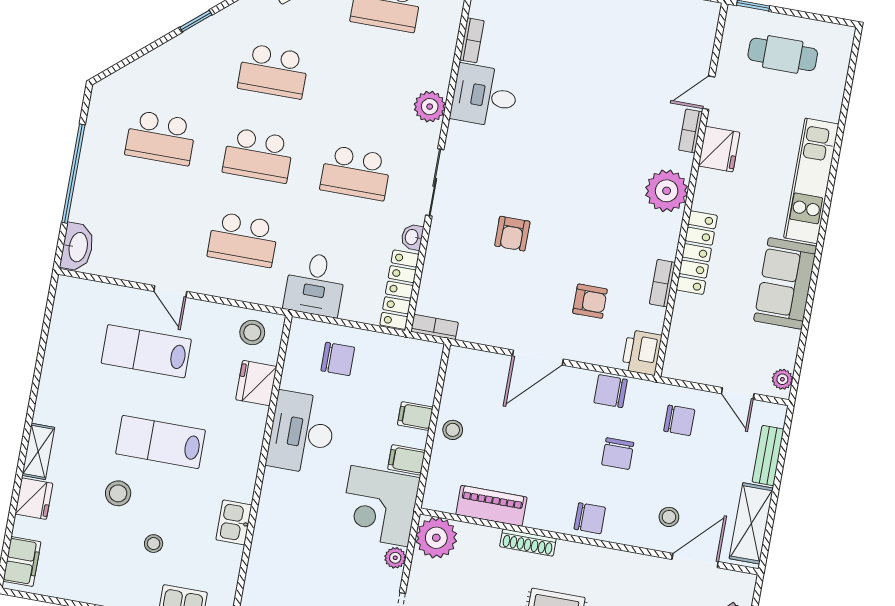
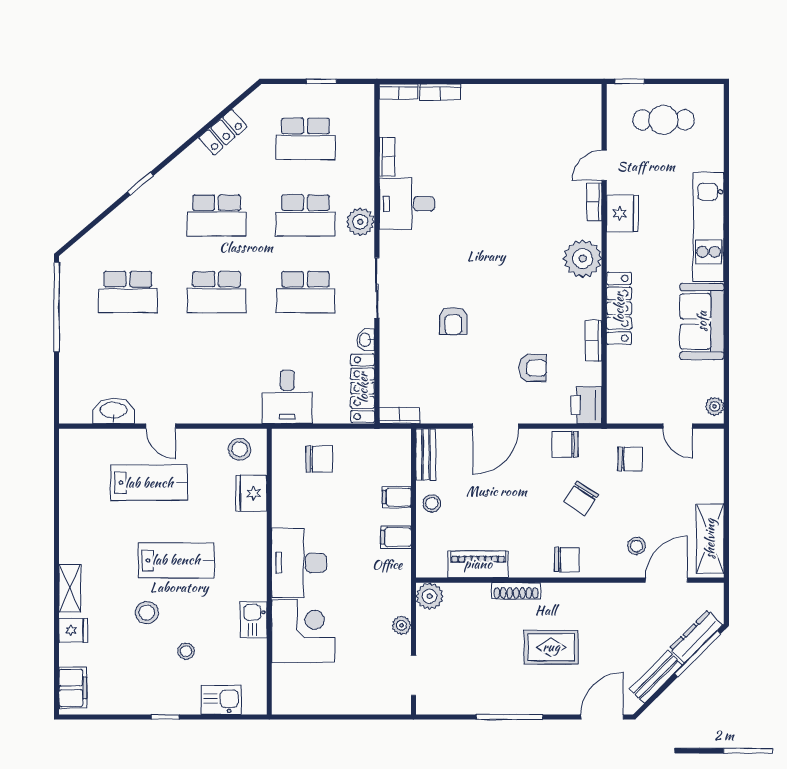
window: (73, 174) -> (57, 307), moved
school desk: (243, 239) -> (305, 215), moved
washbasin: (77, 247) -> (113, 411), moved, turned -90
lab bench: (146, 351) -> (149, 483), turned 180
desk: (302, 433) -> (299, 563), moved
lab bench: (161, 442) -> (176, 560), turned 180
chair: (618, 454) -> (581, 498), turned 33
bench: (768, 456) -> (426, 454), moved
fridge: (34, 499) -> (73, 631), width x0.72
corner desk: (380, 506) -> (303, 631), moved, turned 180
plant: (436, 538) -> (430, 596), width x0.73, depth x0.73

